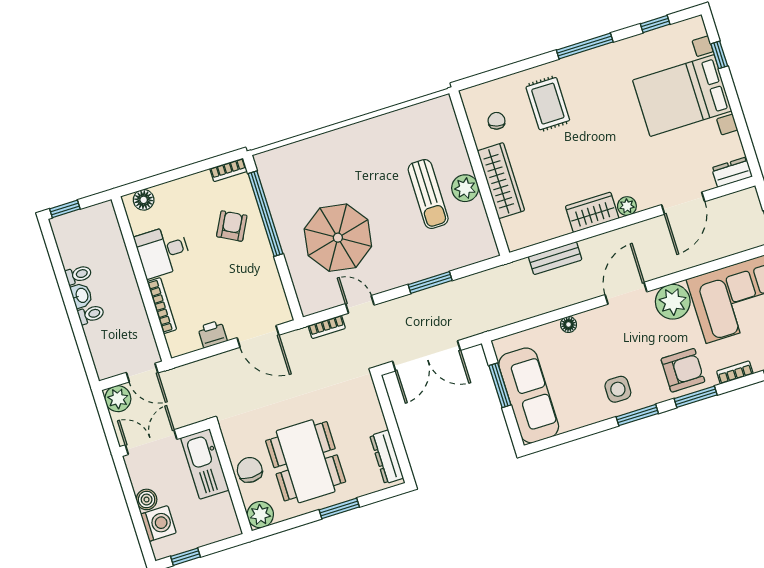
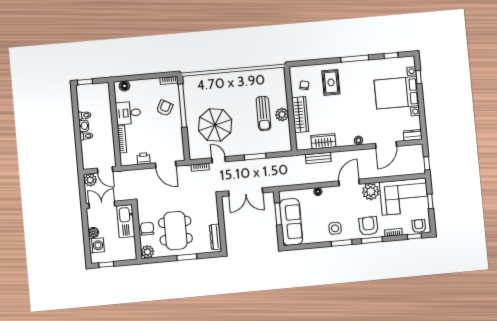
wardrobe: (592, 212) -> (323, 141), moved
armchair: (683, 370) -> (368, 226), turned -92

